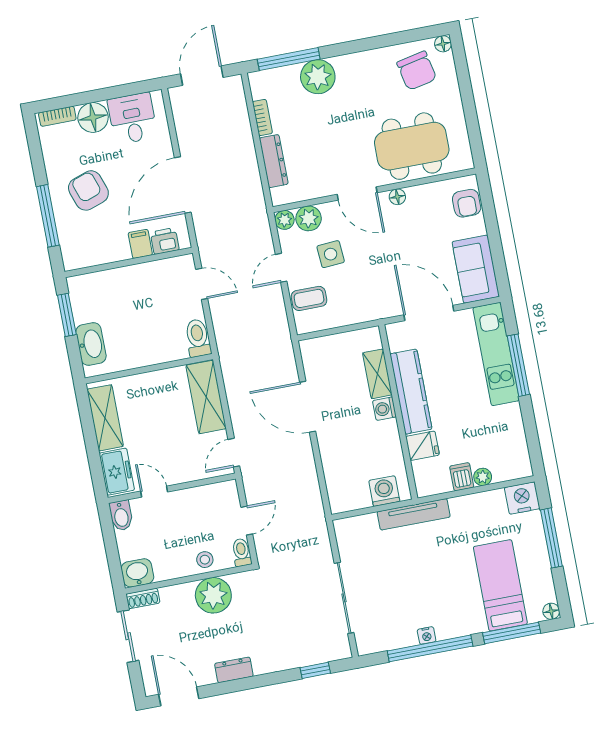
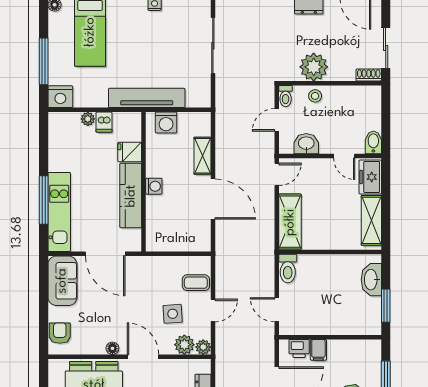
shelving: (377, 374) -> (202, 156), moved
tv unit: (414, 514) -> (147, 98), width x1.36, depth x1.29
washbasin: (137, 573) -> (306, 144), moved, turned 180

